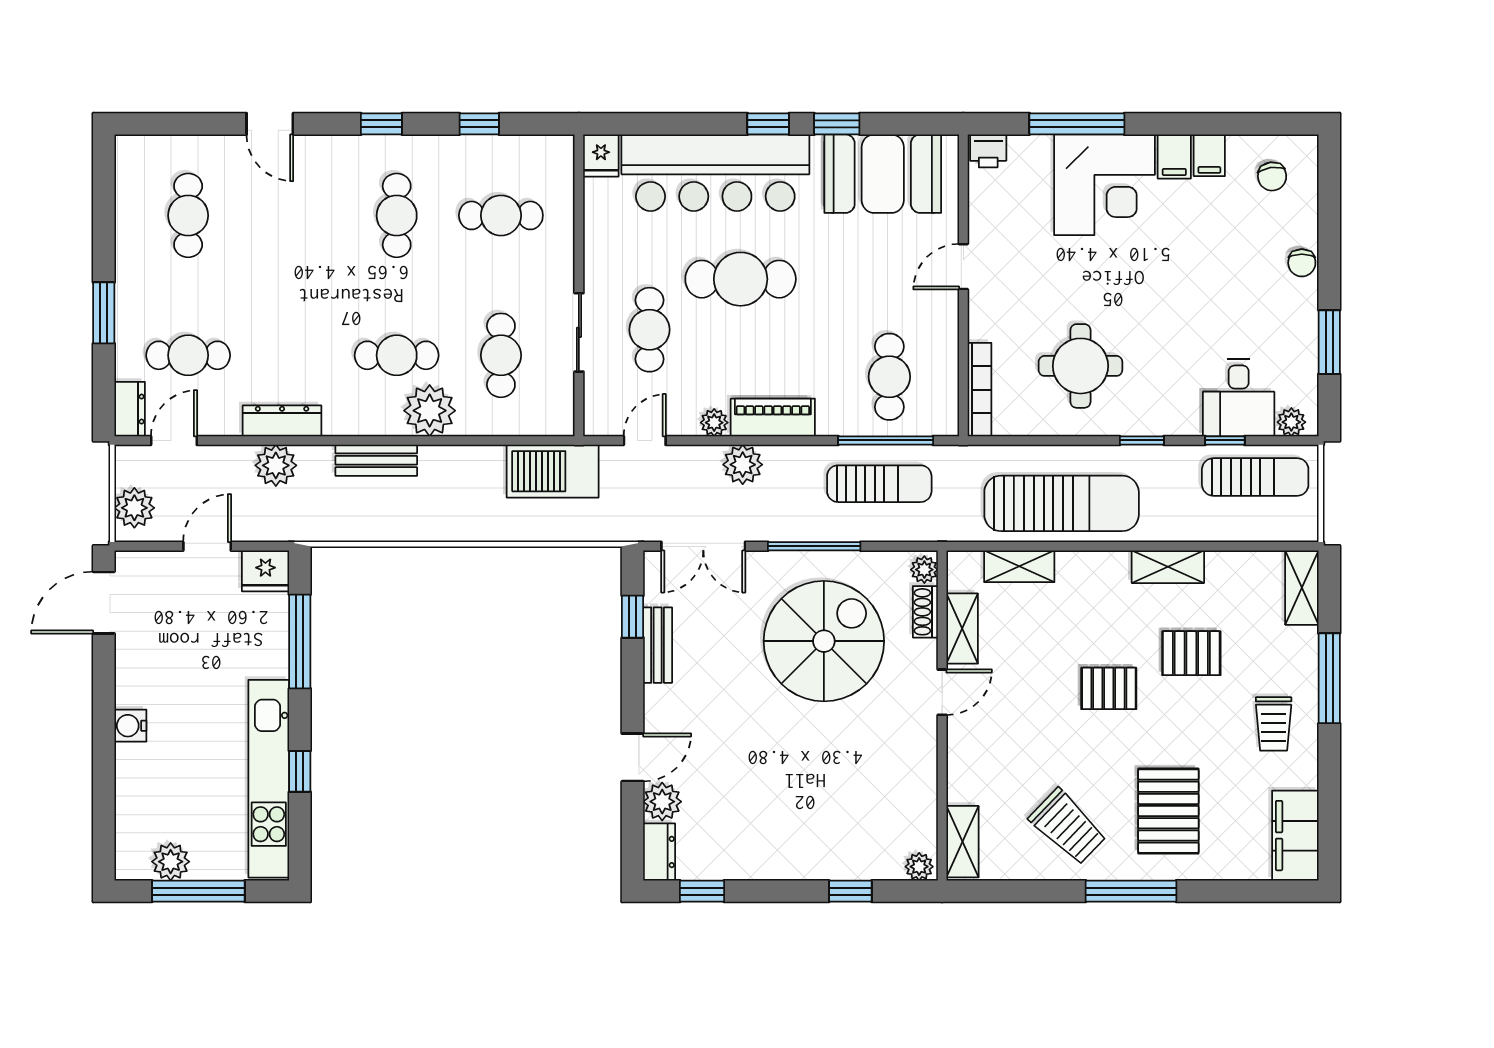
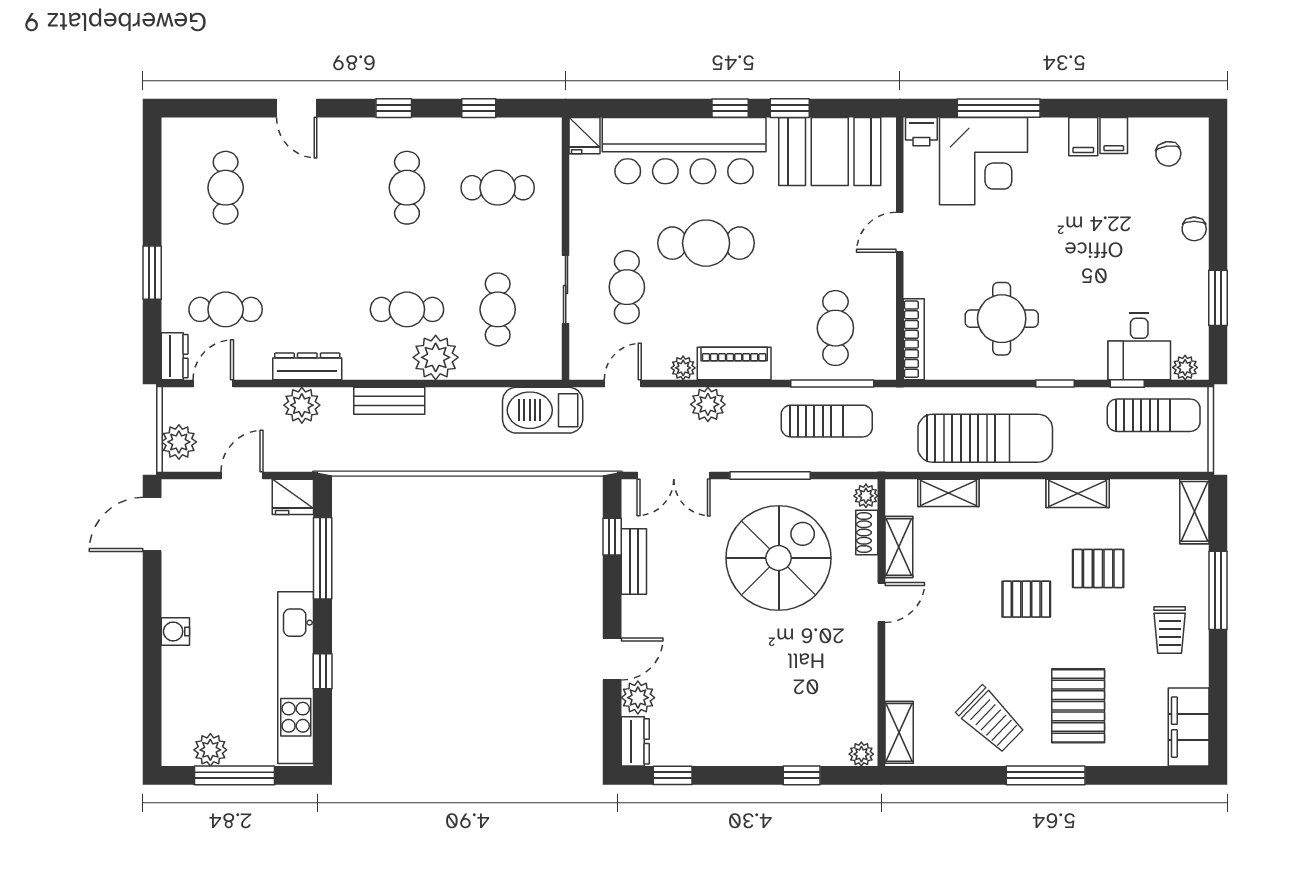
corner desk: (1105, 185) -> (983, 161), moved

